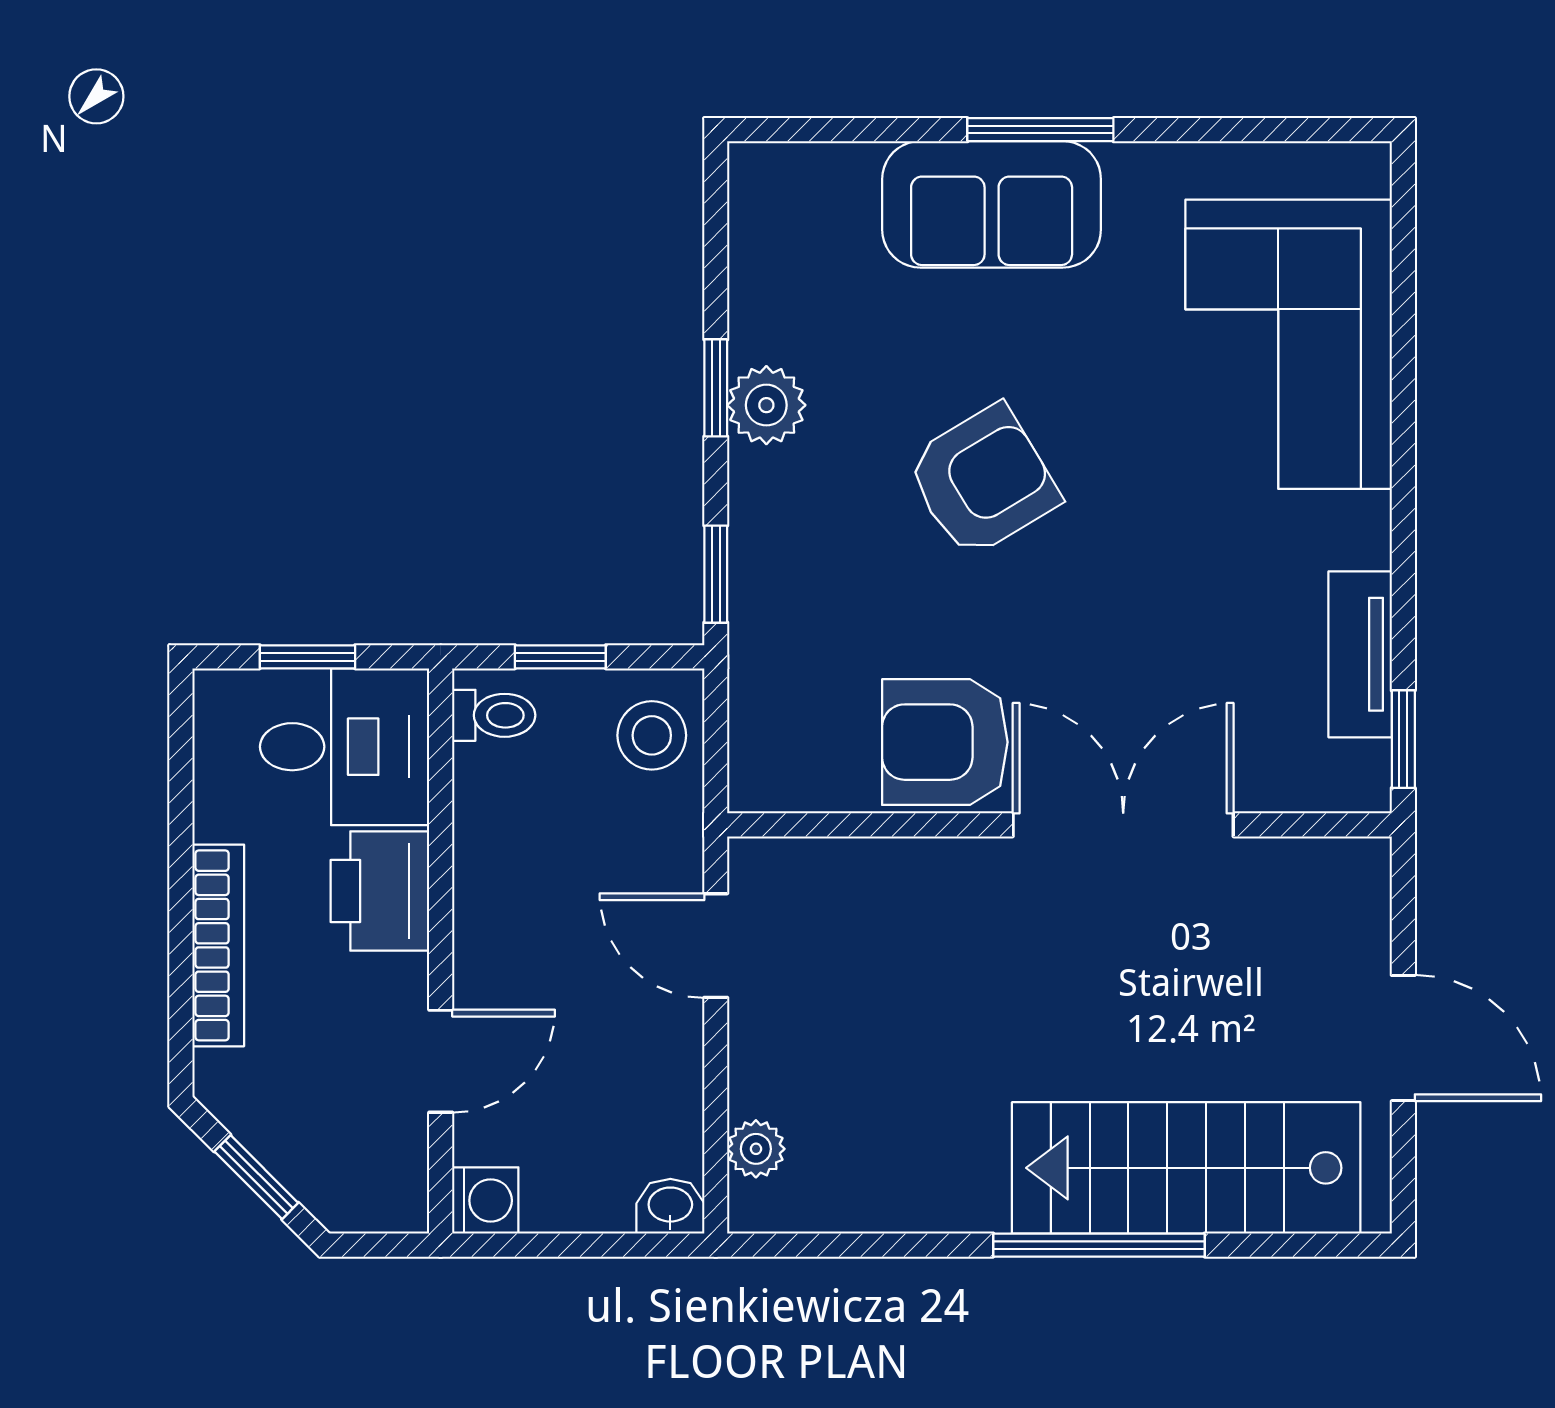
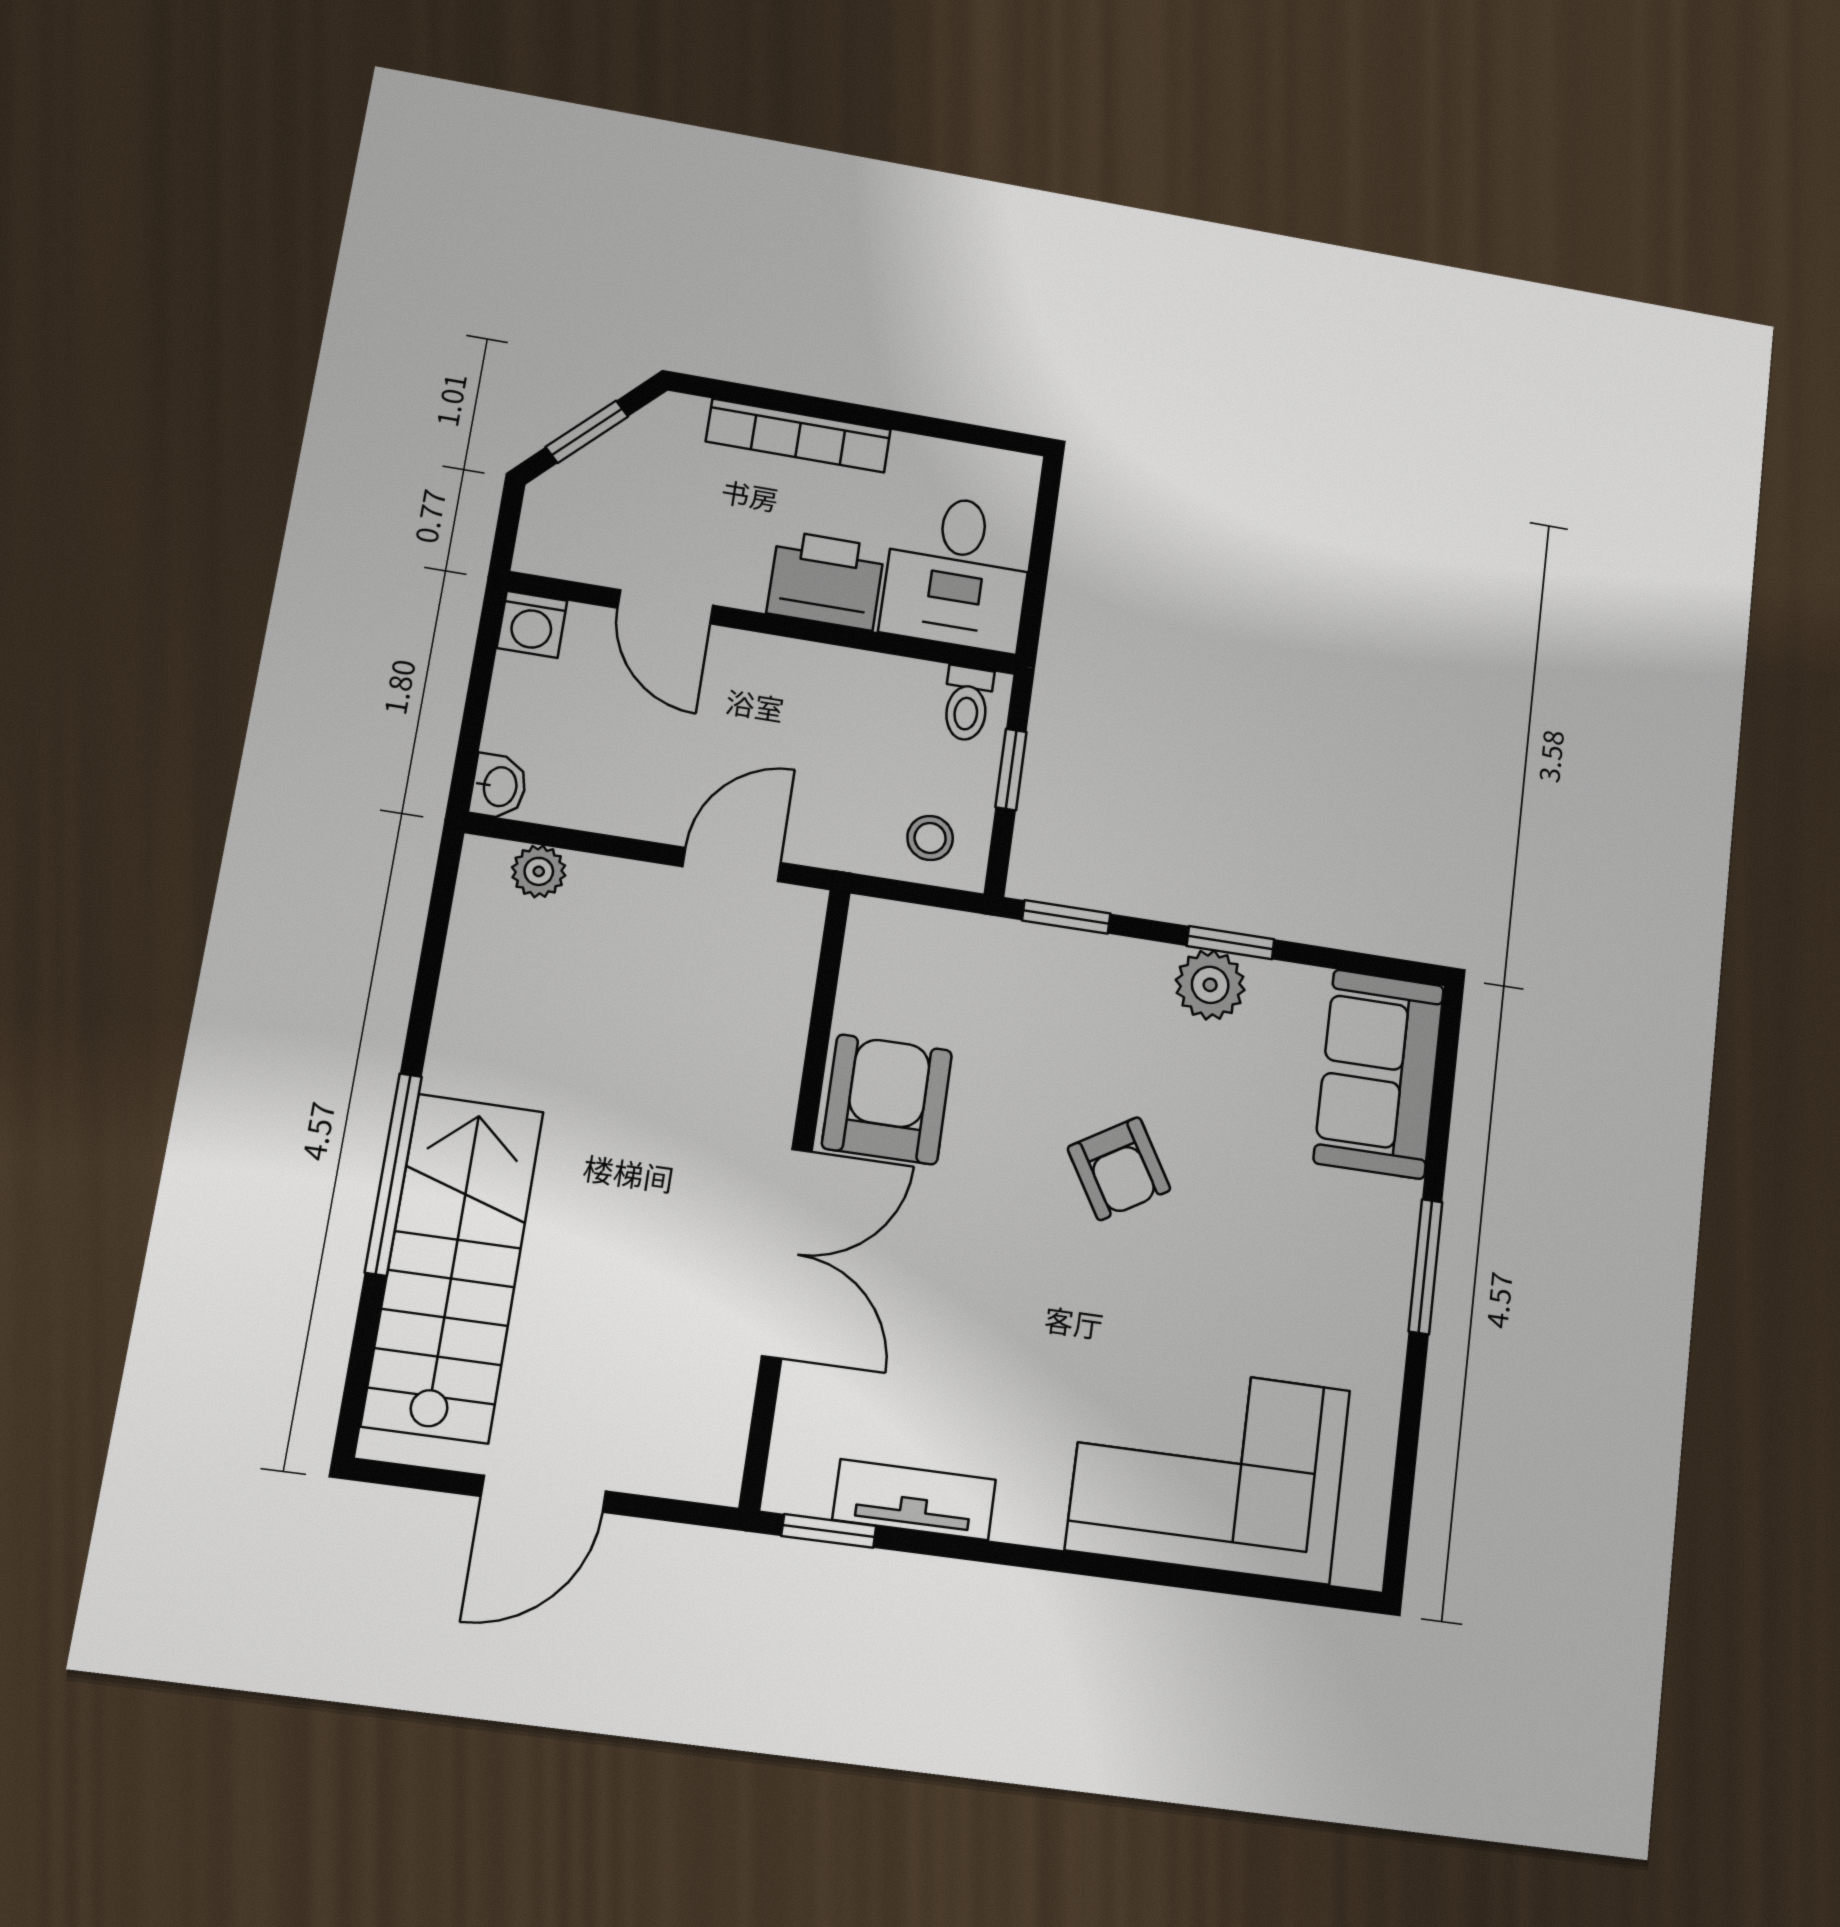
sofa: (992, 204) -> (1379, 1074), moved
armchair: (983, 481) -> (1119, 1169), width x0.72, depth x0.72
window: (307, 657) -> (1040, 554), removed
stool: (652, 735) -> (930, 838), width x0.73, depth x0.73

